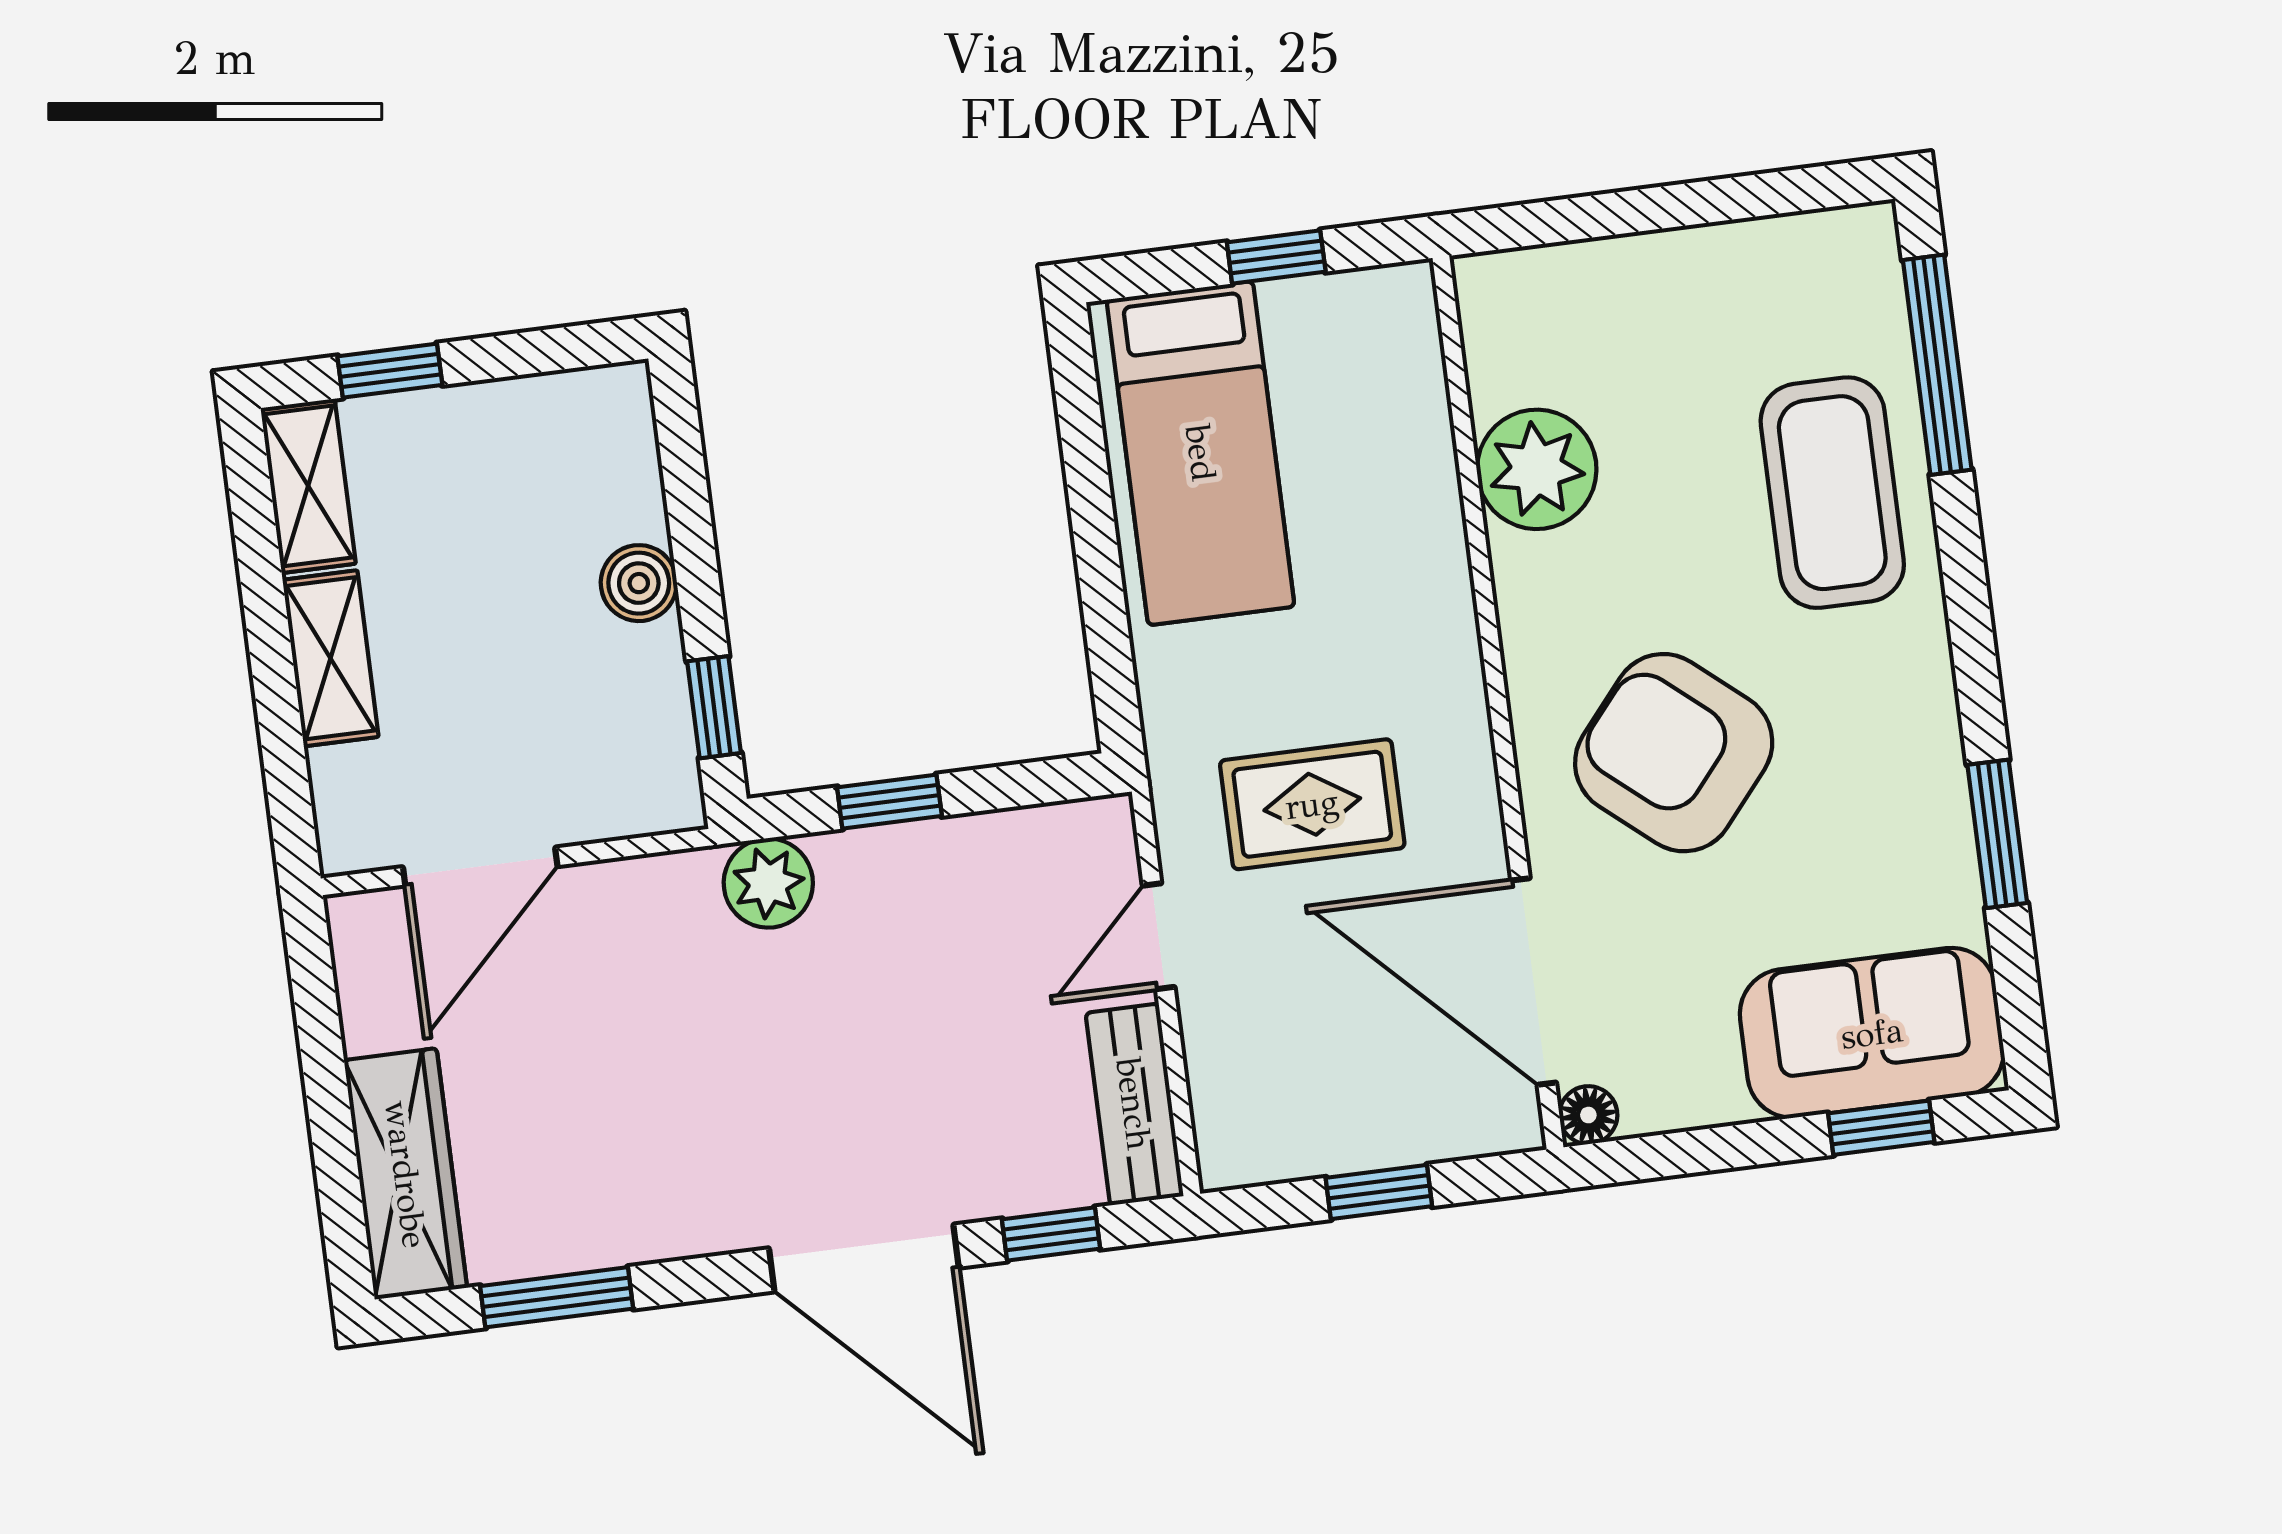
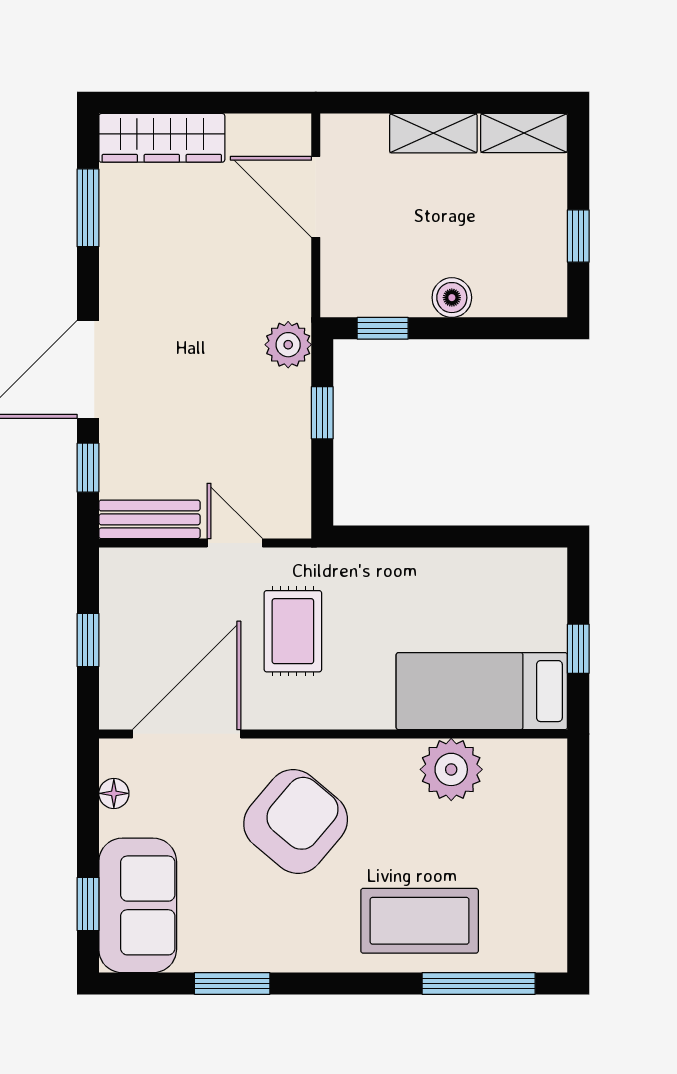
window: (390, 371) -> (578, 236), moved
bed: (1201, 453) -> (482, 691), moved
floor lamp: (1588, 1115) -> (114, 793), moved

